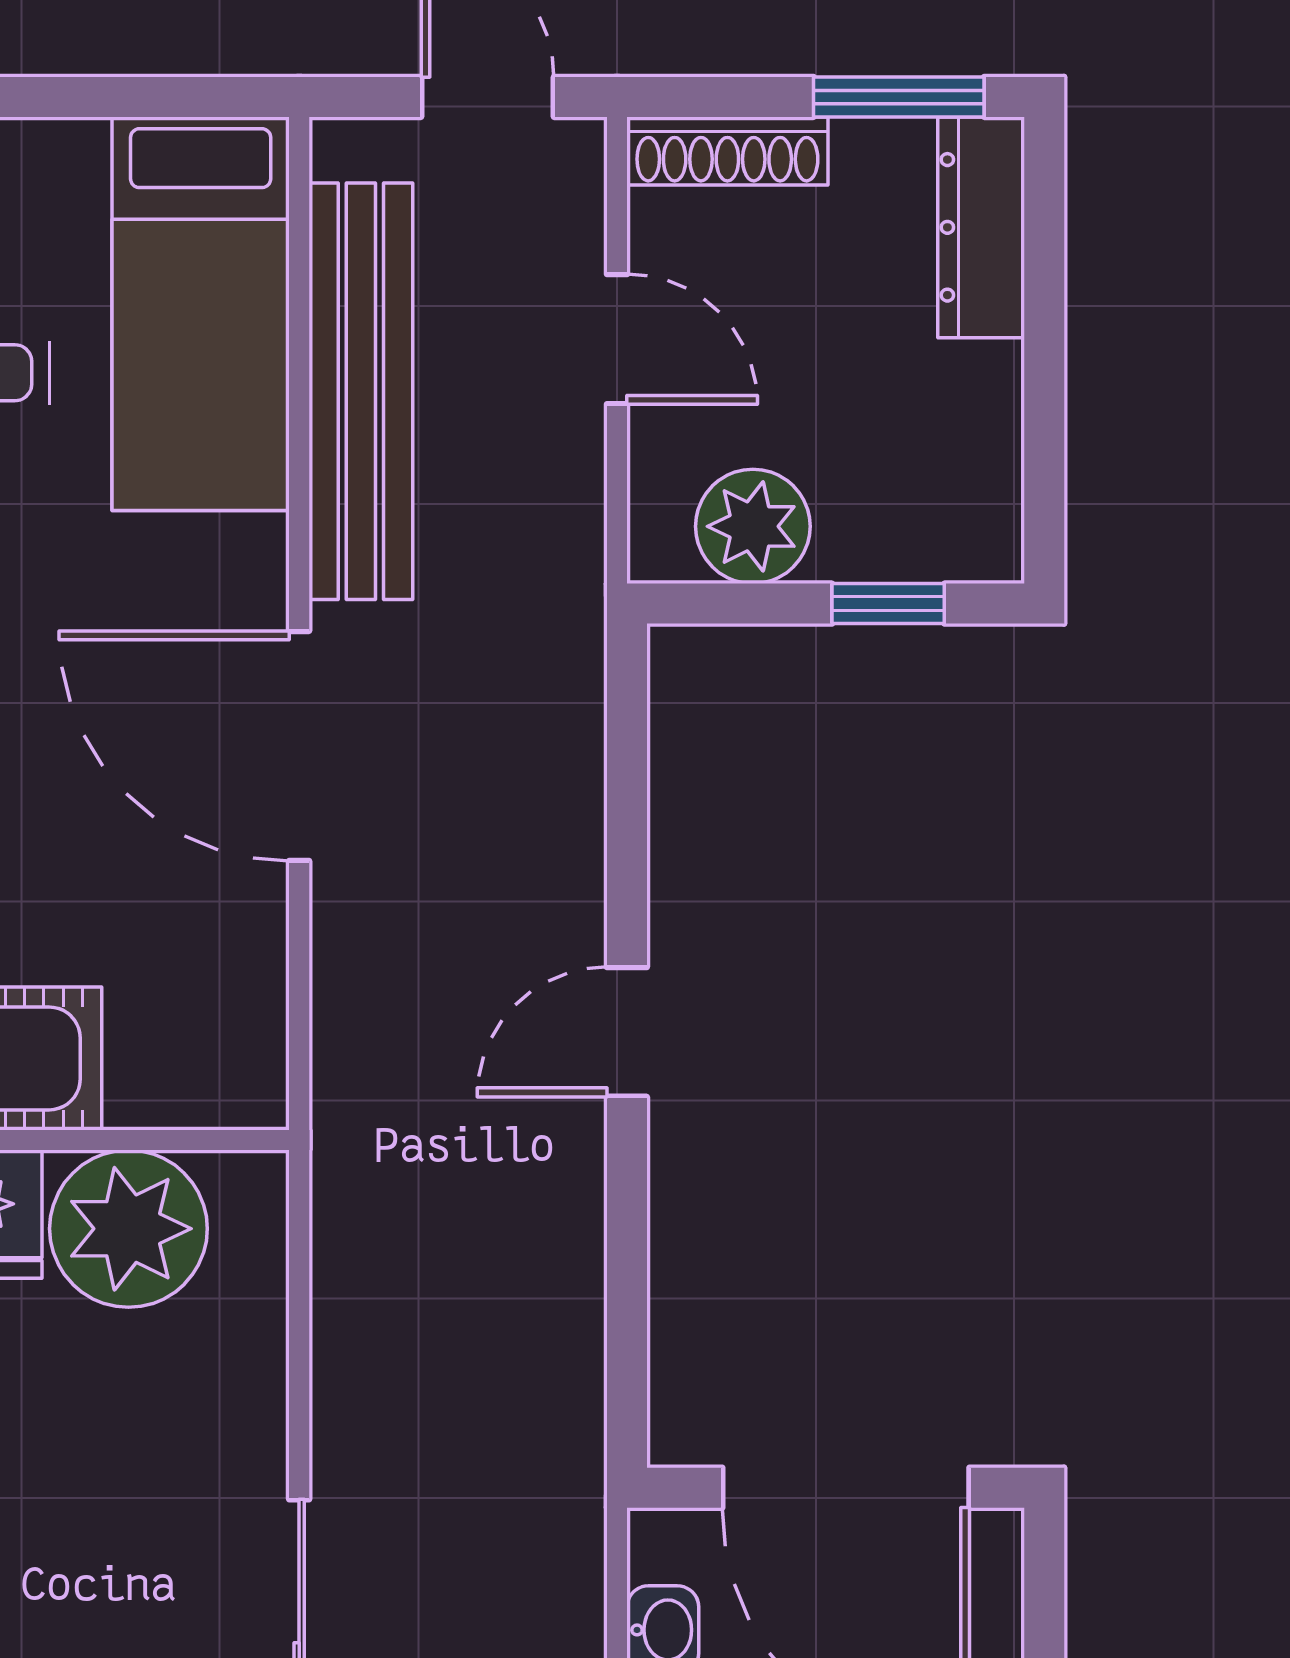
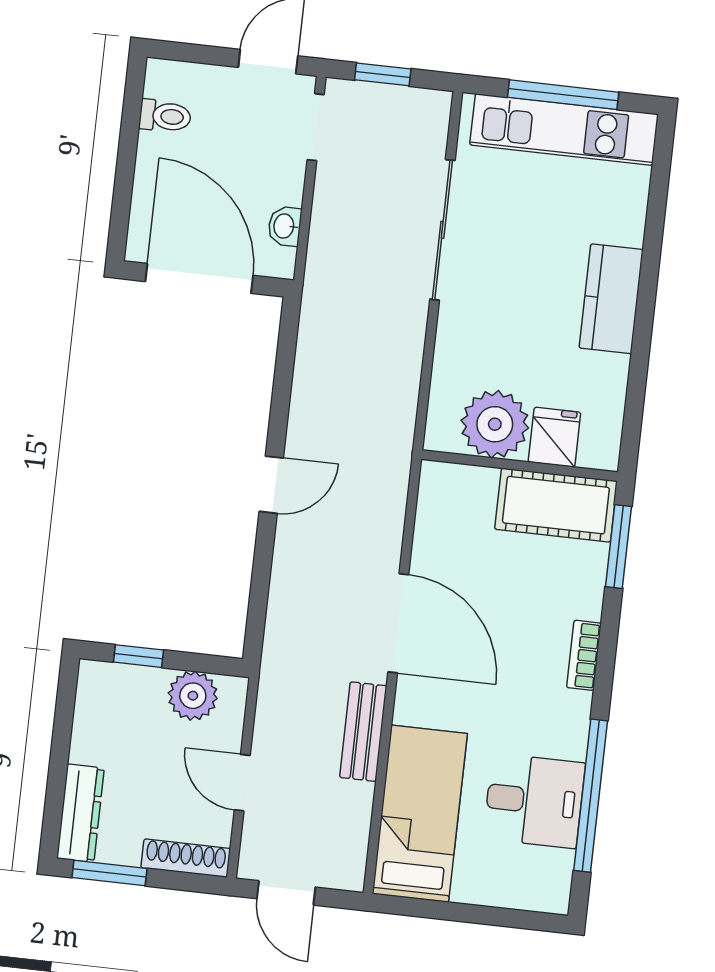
bench: (361, 391) -> (363, 732), width x0.54, depth x0.82

